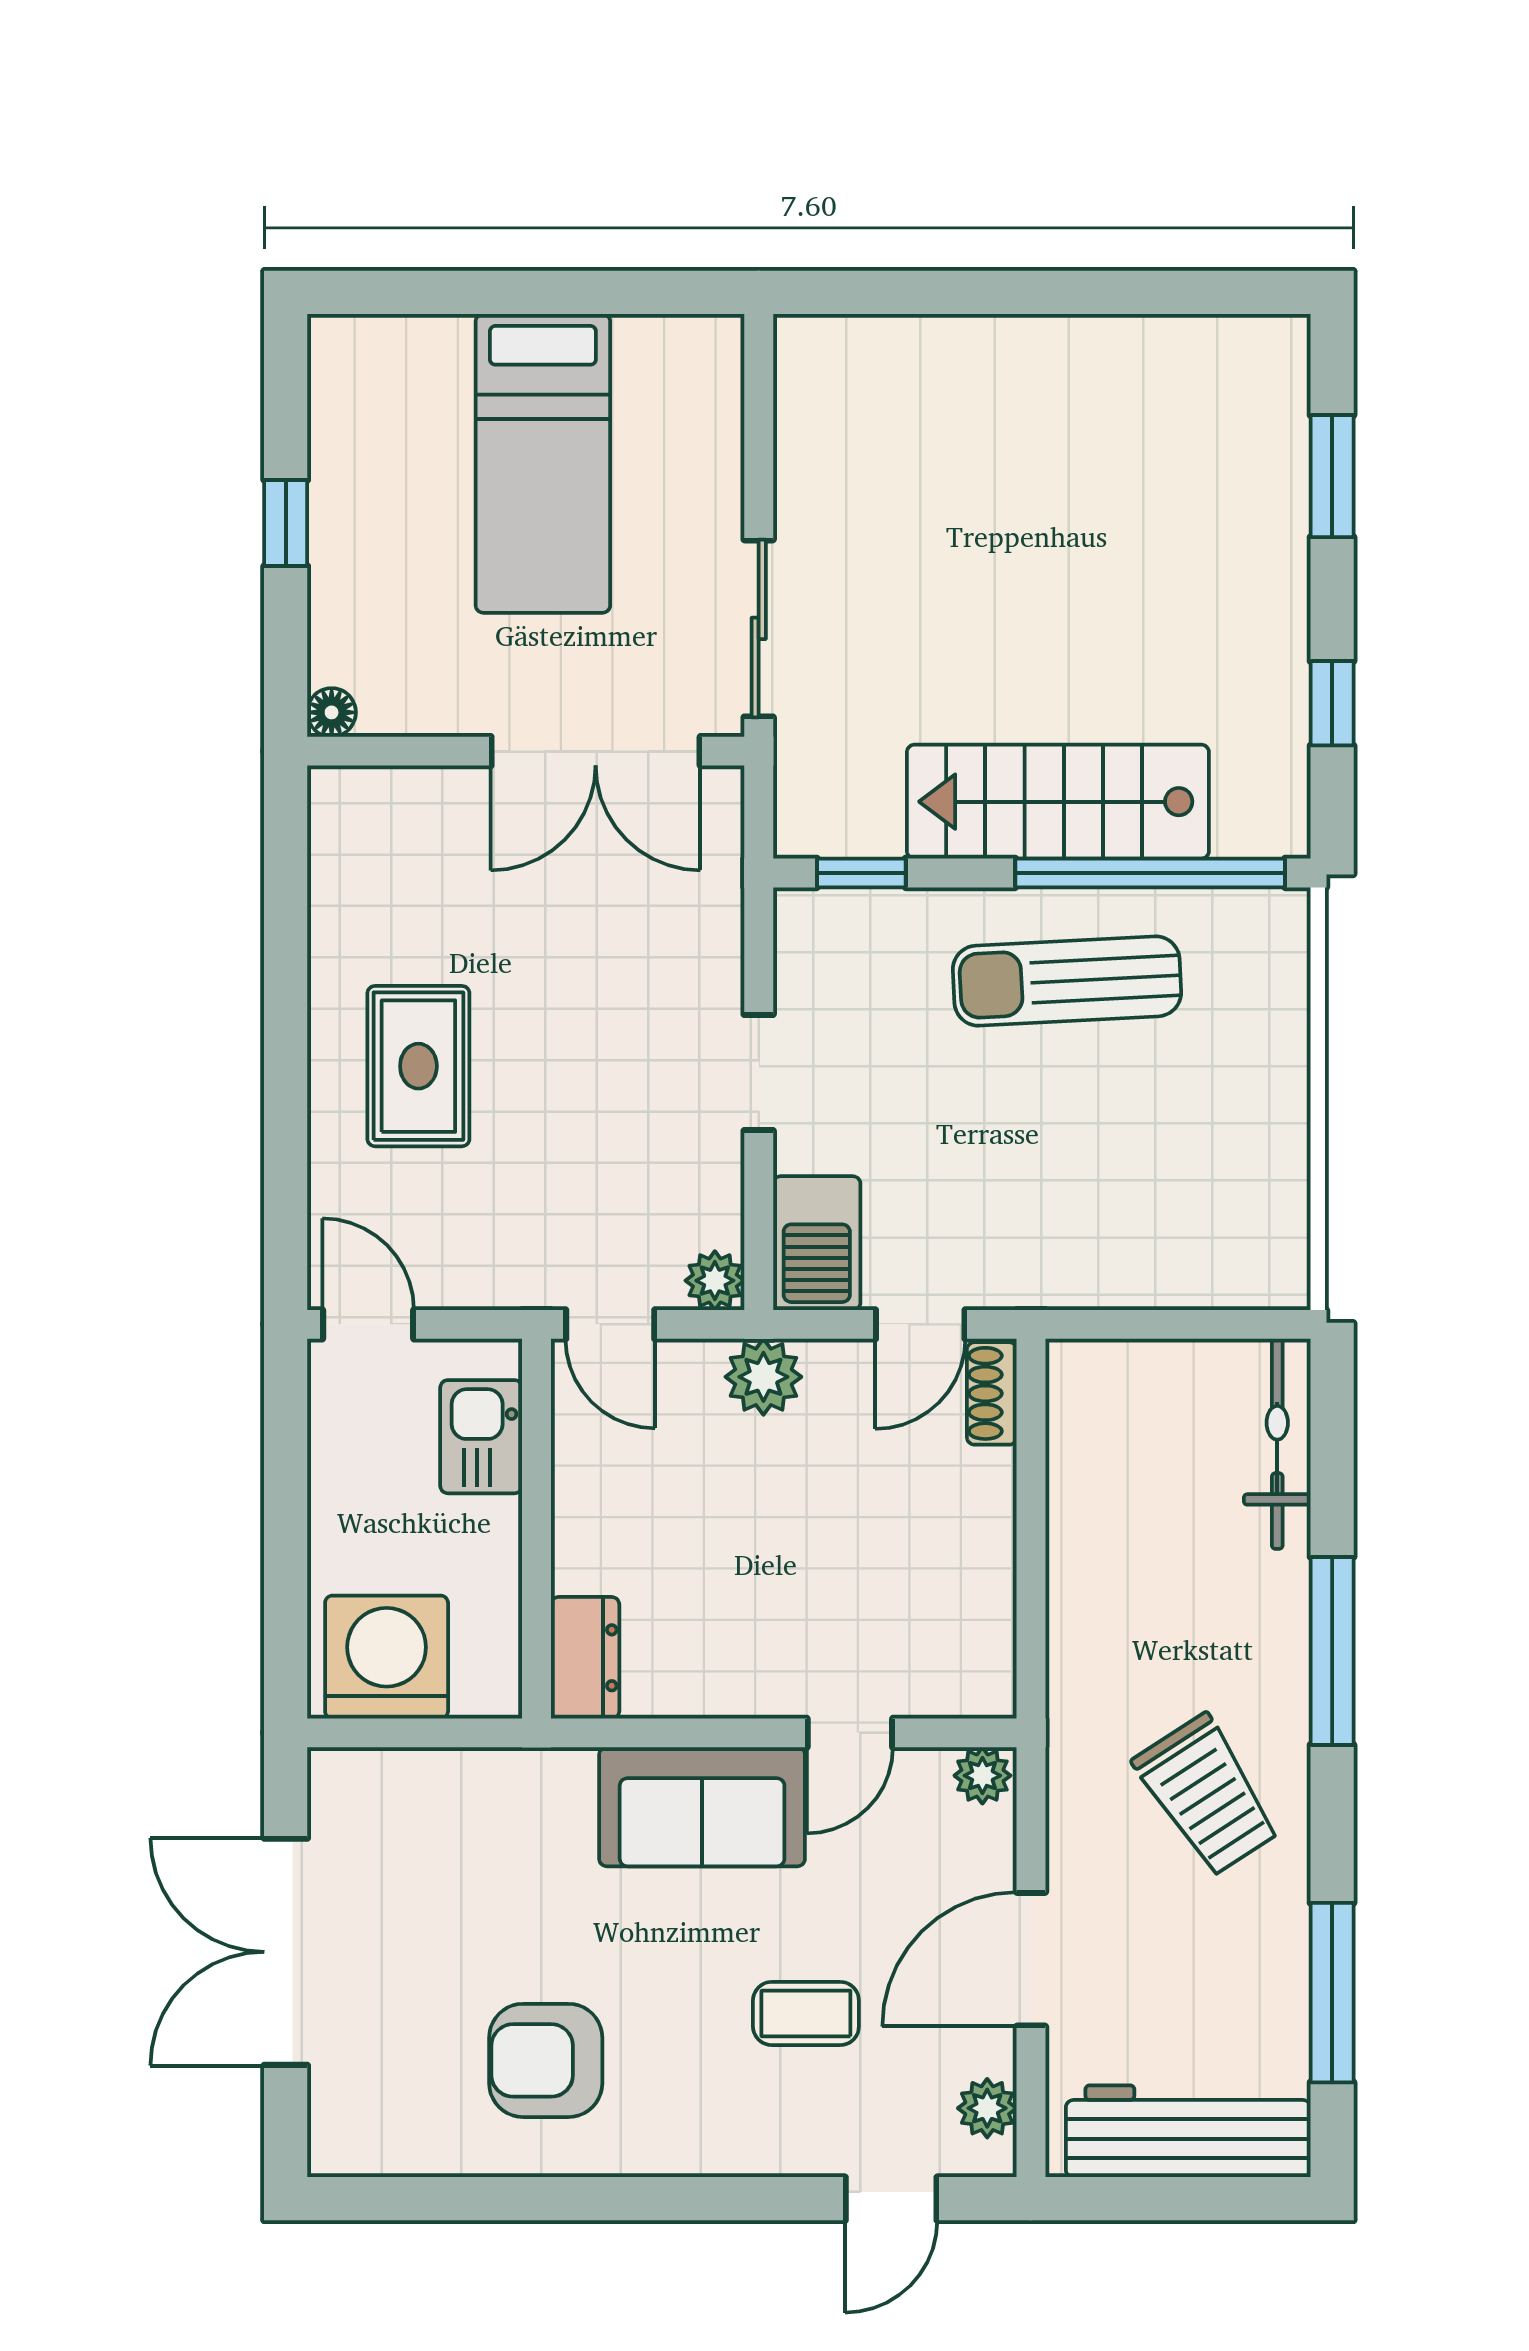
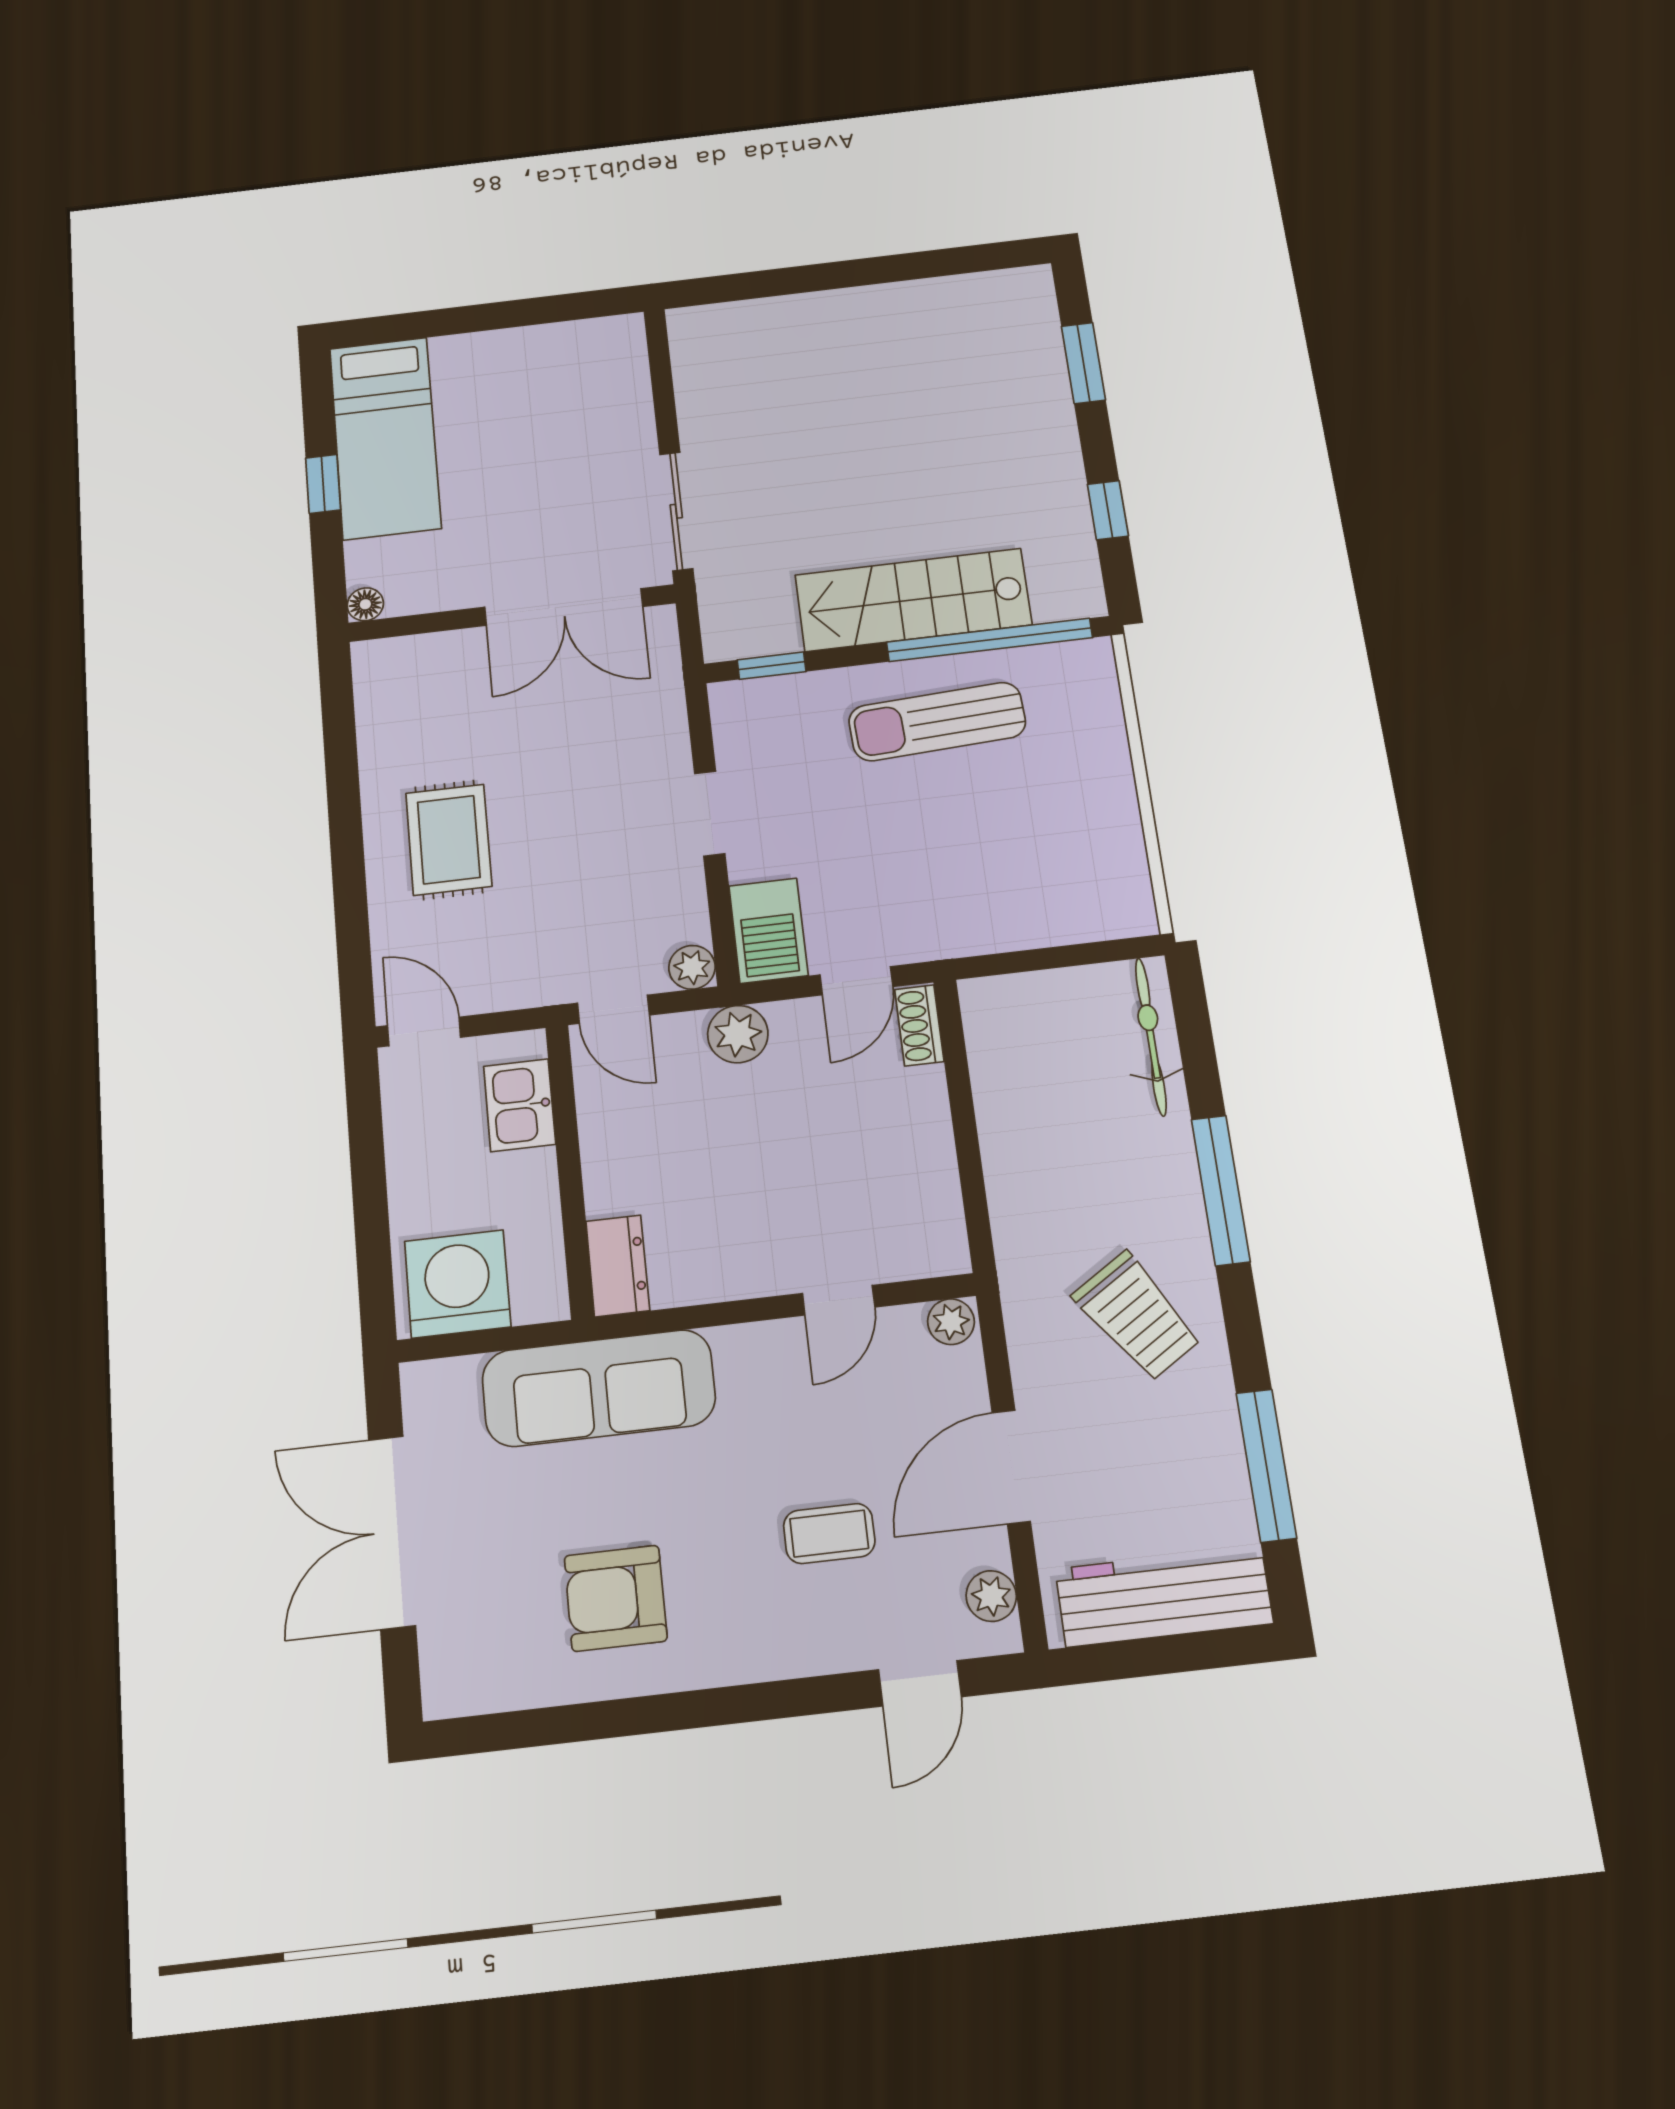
bed: (543, 463) -> (385, 438), moved
sofa: (702, 1807) -> (599, 1388), moved, width x1.36

